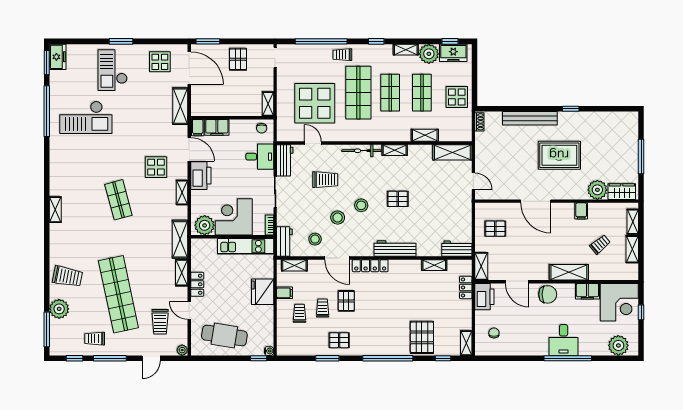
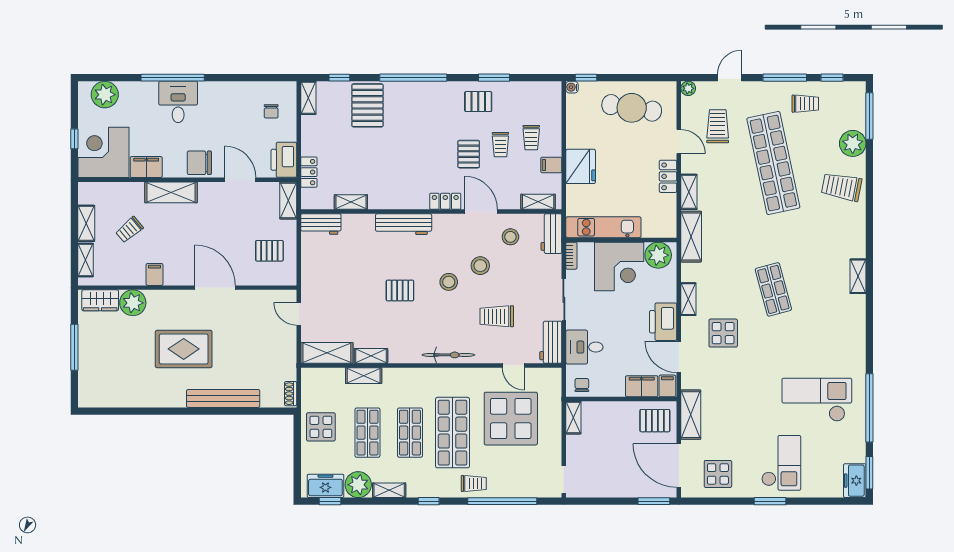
pallet: (238, 59) -> (655, 421), moved, turned 90
window: (571, 109) -> (169, 411), removed
shelving: (395, 150) -> (371, 356), moved
locker: (370, 266) -> (445, 201), width x0.66

